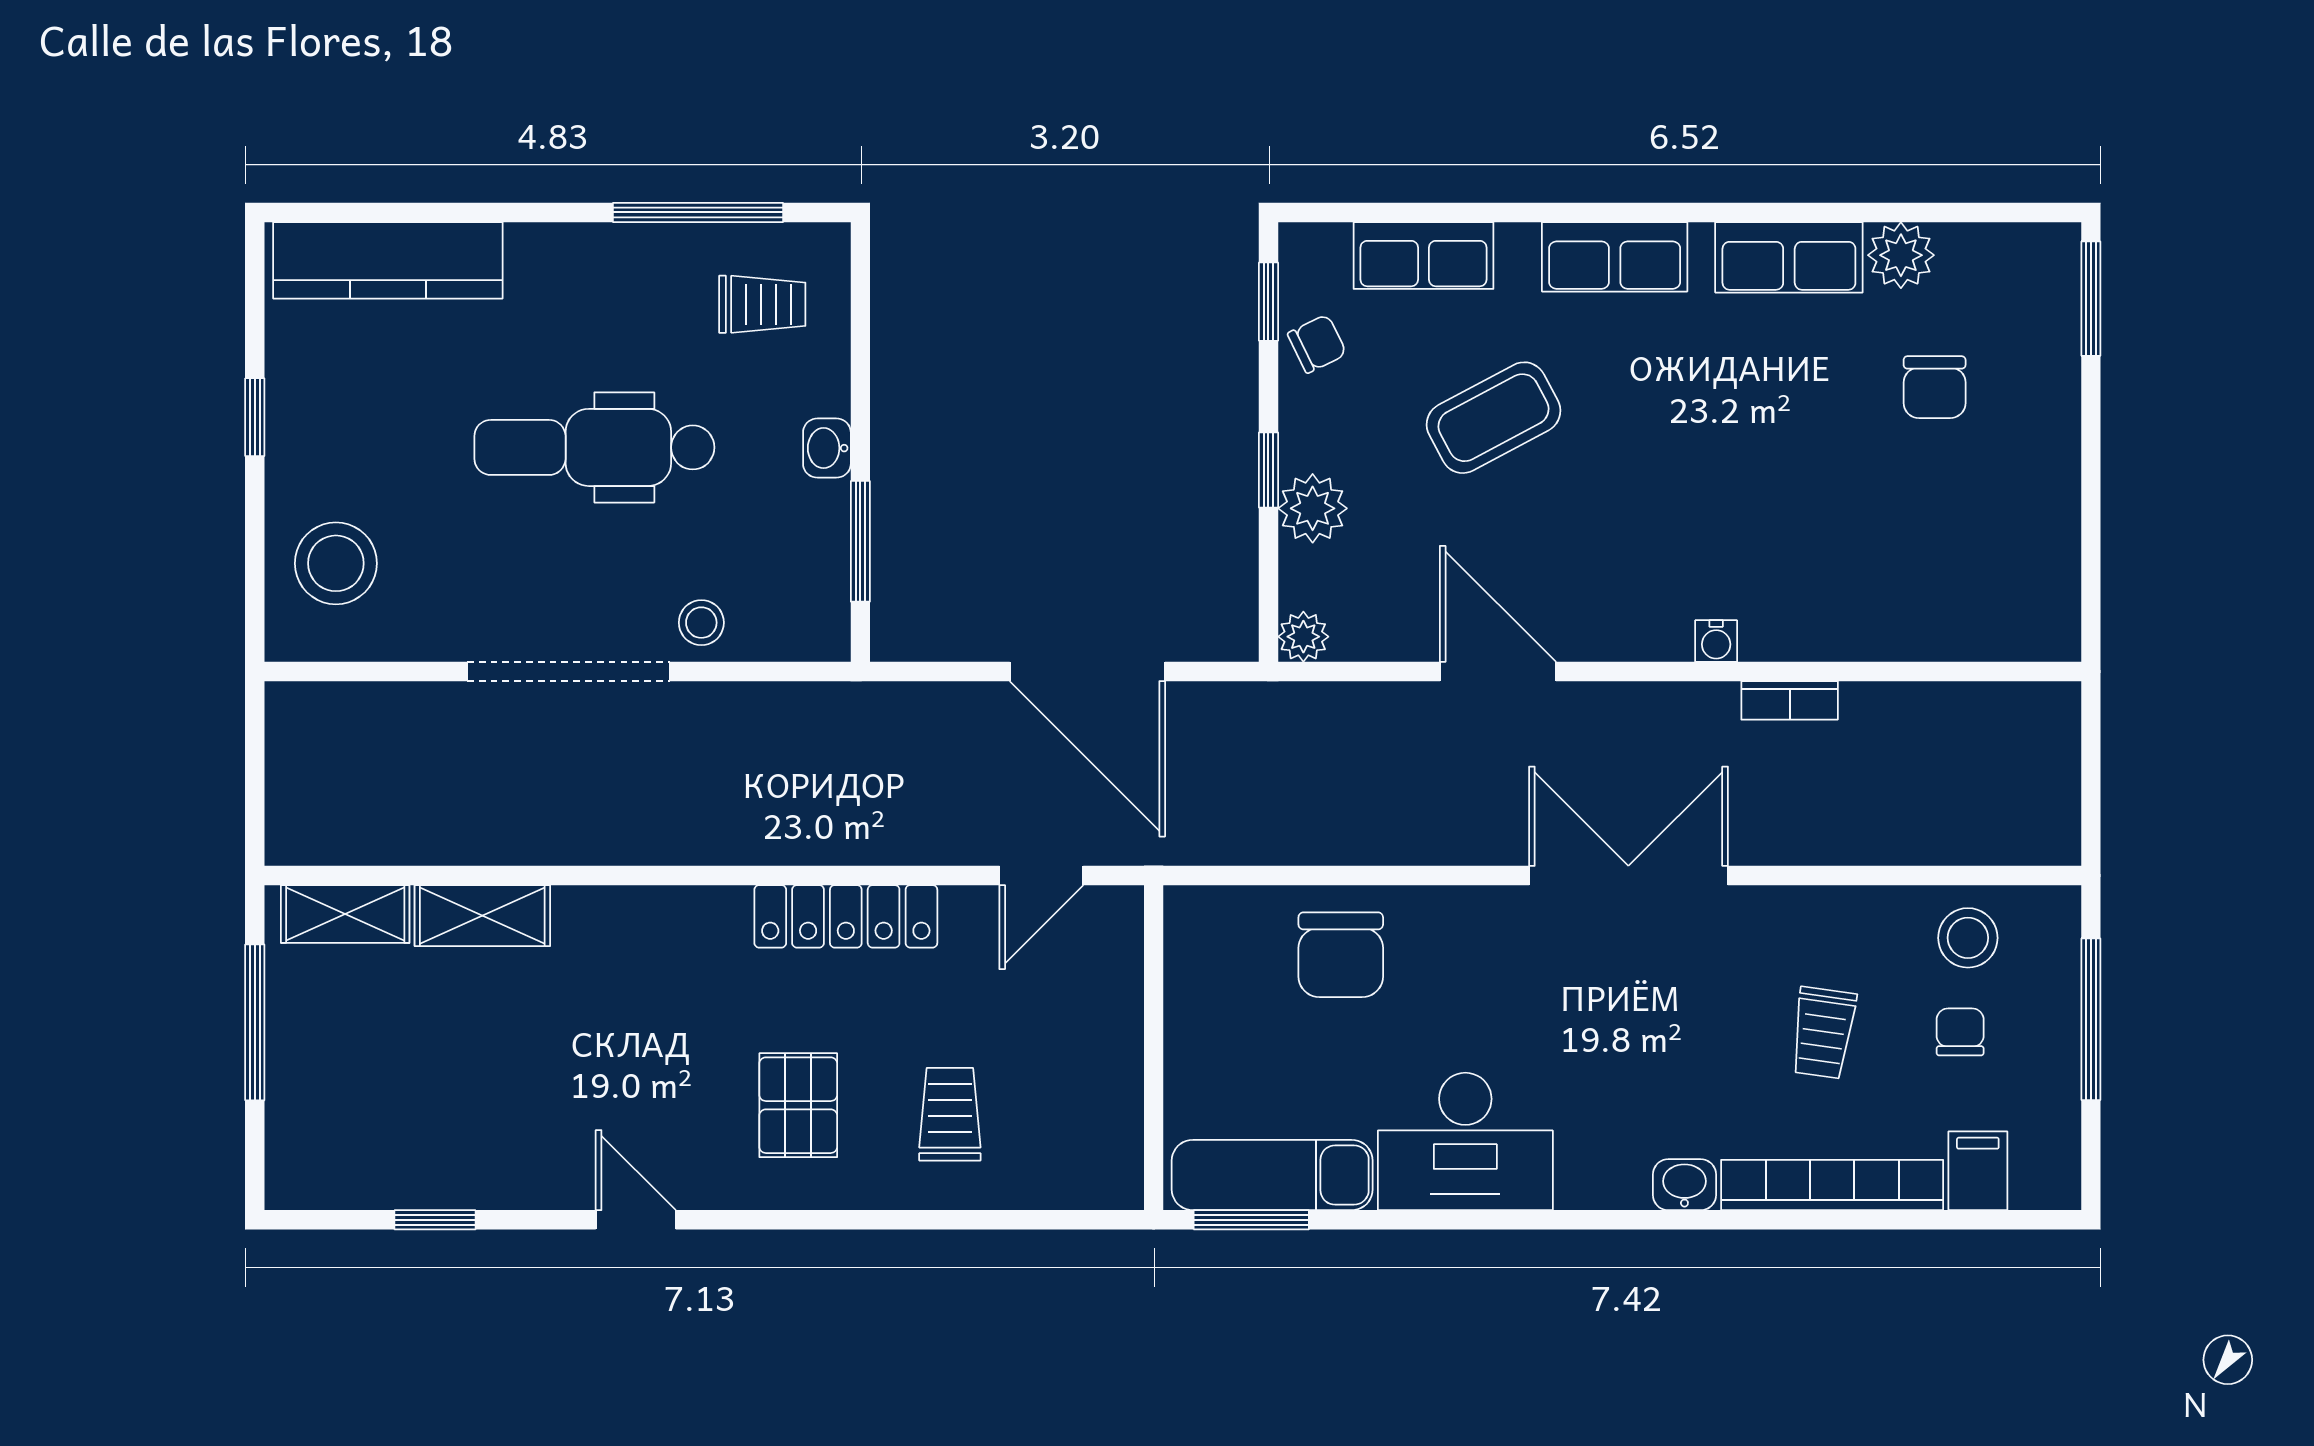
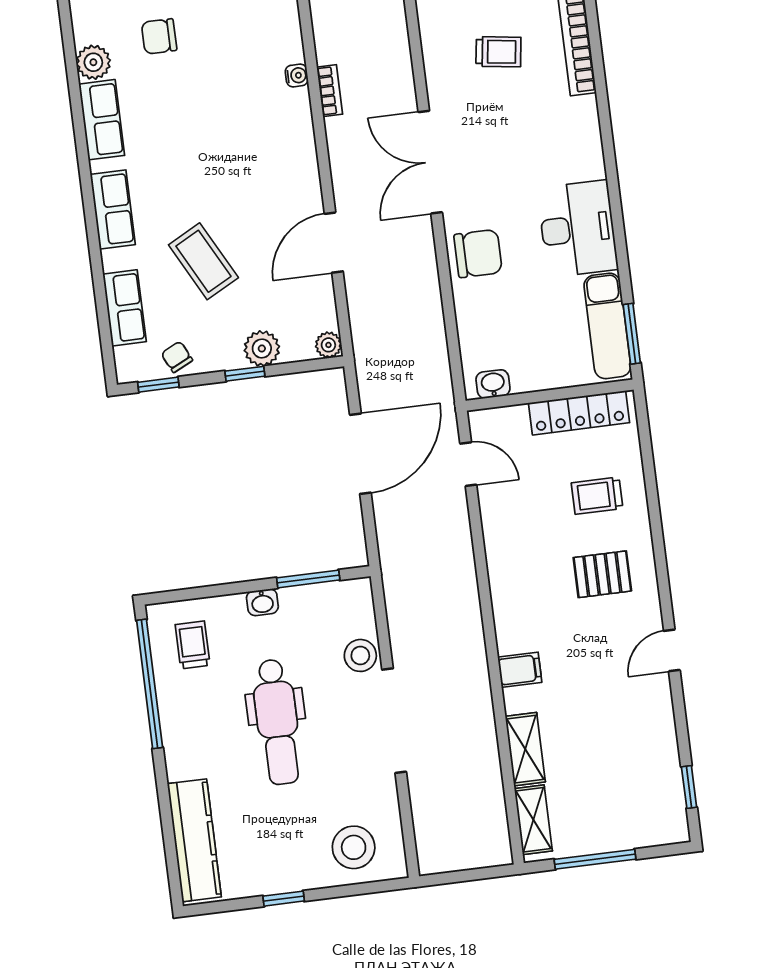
window: (698, 212) -> (150, 684), width x1.46
chair: (1935, 387) -> (159, 36), turned 180
stool: (701, 623) -> (360, 655), width x1.37, depth x1.37
water cooler: (1716, 641) -> (297, 75), moved
locker: (846, 916) -> (579, 413), moved, turned 90
filing cabinet: (636, 924) -> (520, 670), added
chair: (1341, 955) -> (478, 254), moved
washbasin: (1684, 1185) -> (493, 384), moved, turned 90
window: (435, 1220) -> (689, 787), moved

